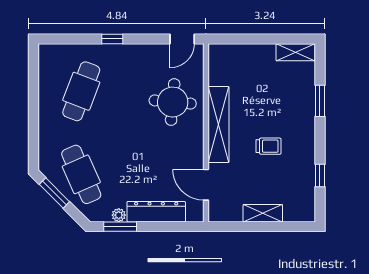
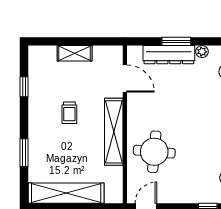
shelving: (296, 52) -> (66, 193), width x2.20, depth x1.33
trolley: (269, 146) -> (69, 113), turned -90
window: (120, 227) -> (176, 41), moved

